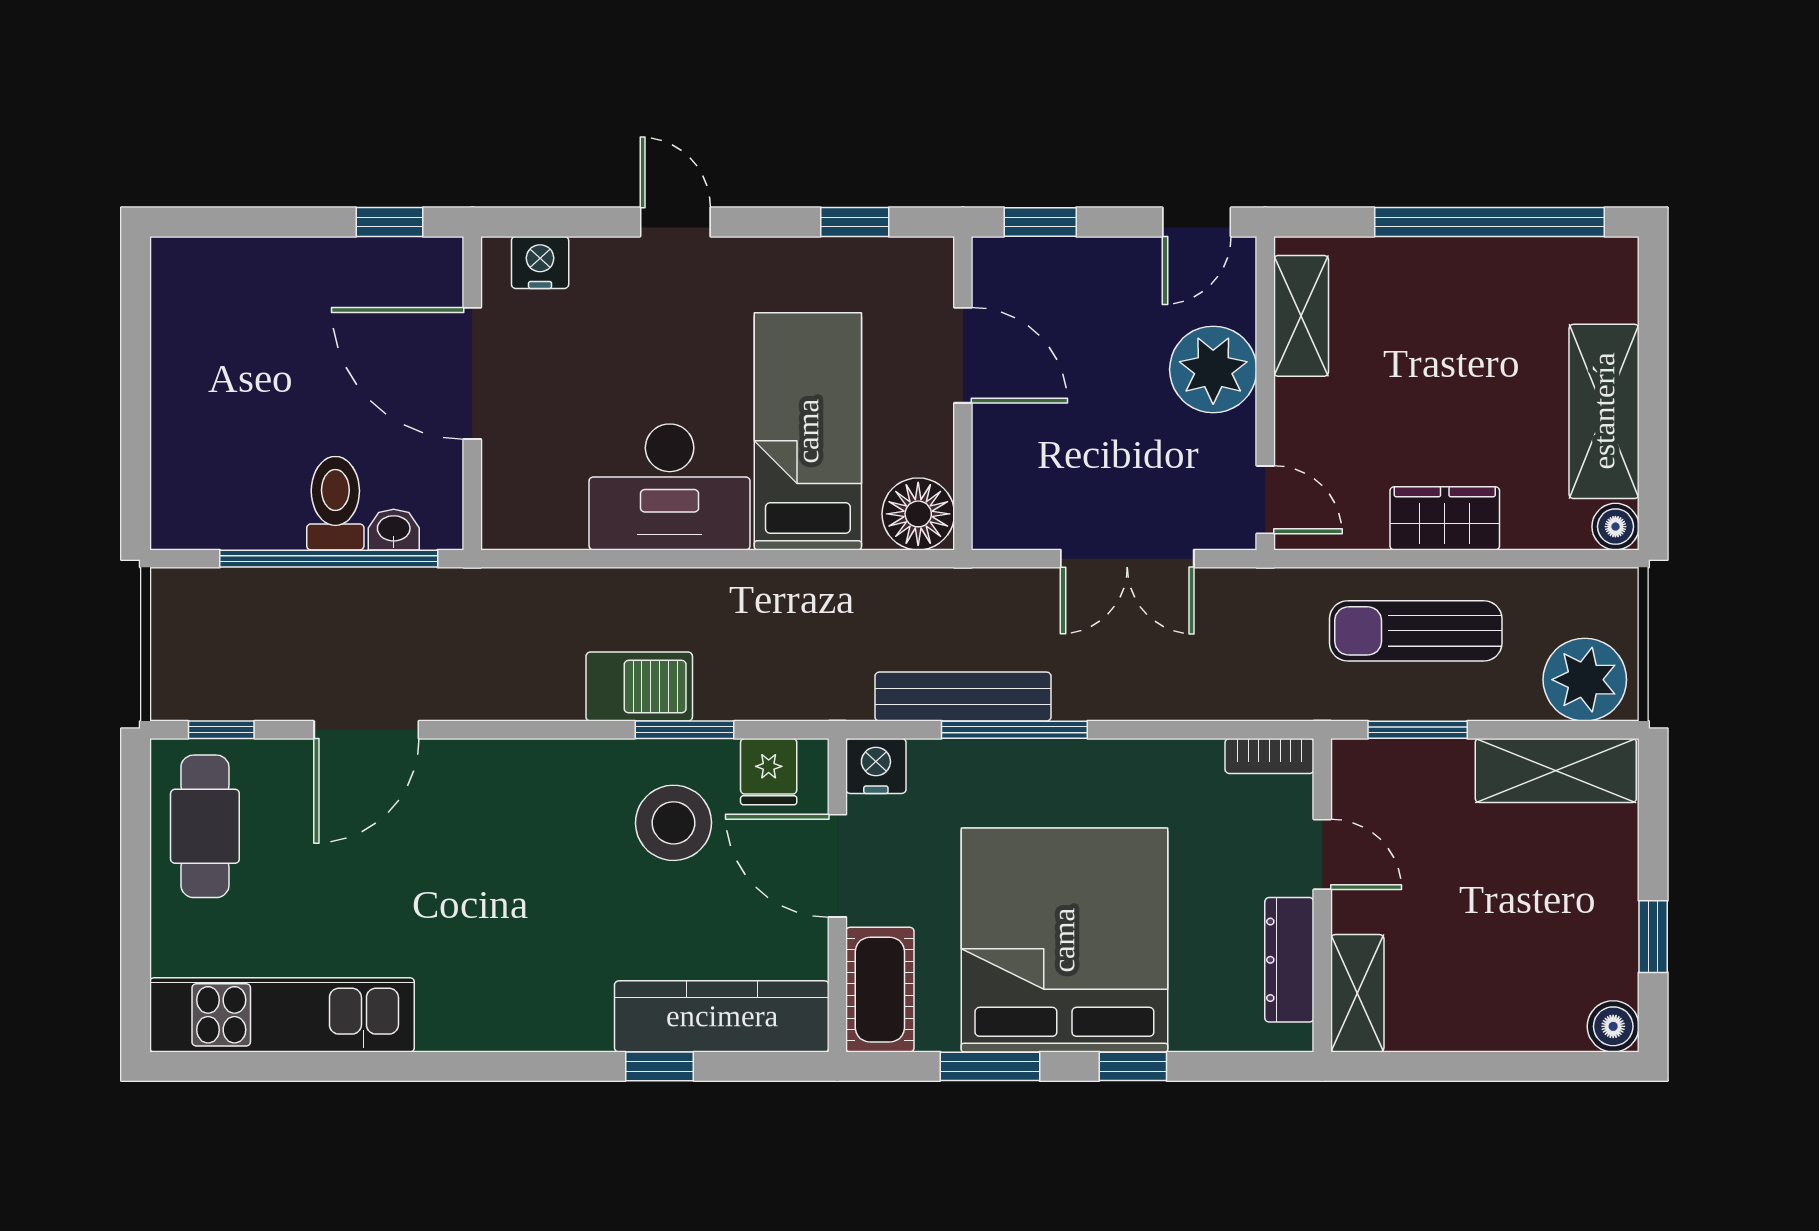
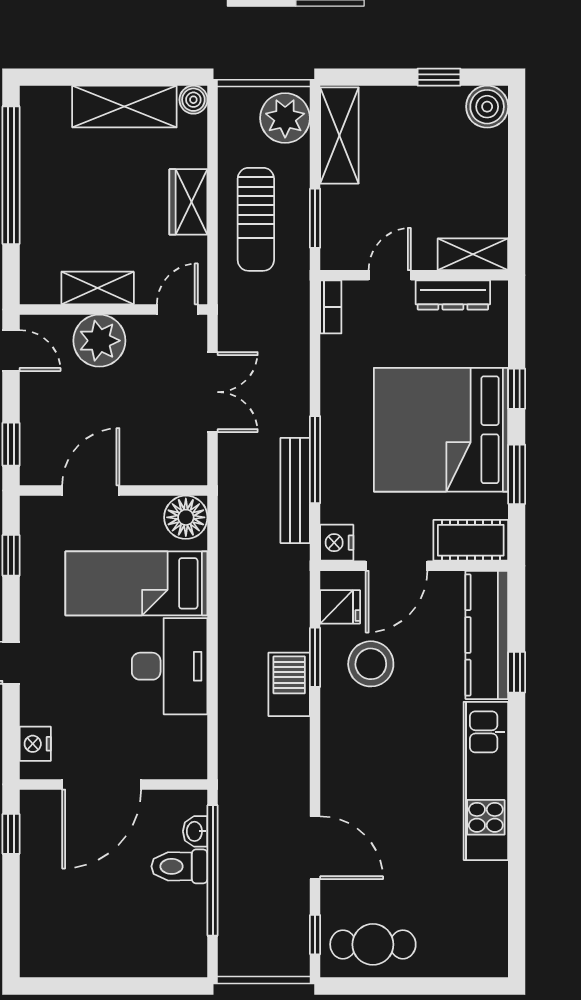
shelving: (1301, 316) -> (98, 288), moved
kitchen unit: (282, 1015) -> (486, 781), moved
boiler: (1613, 1026) -> (487, 107), width x1.36, depth x1.36

